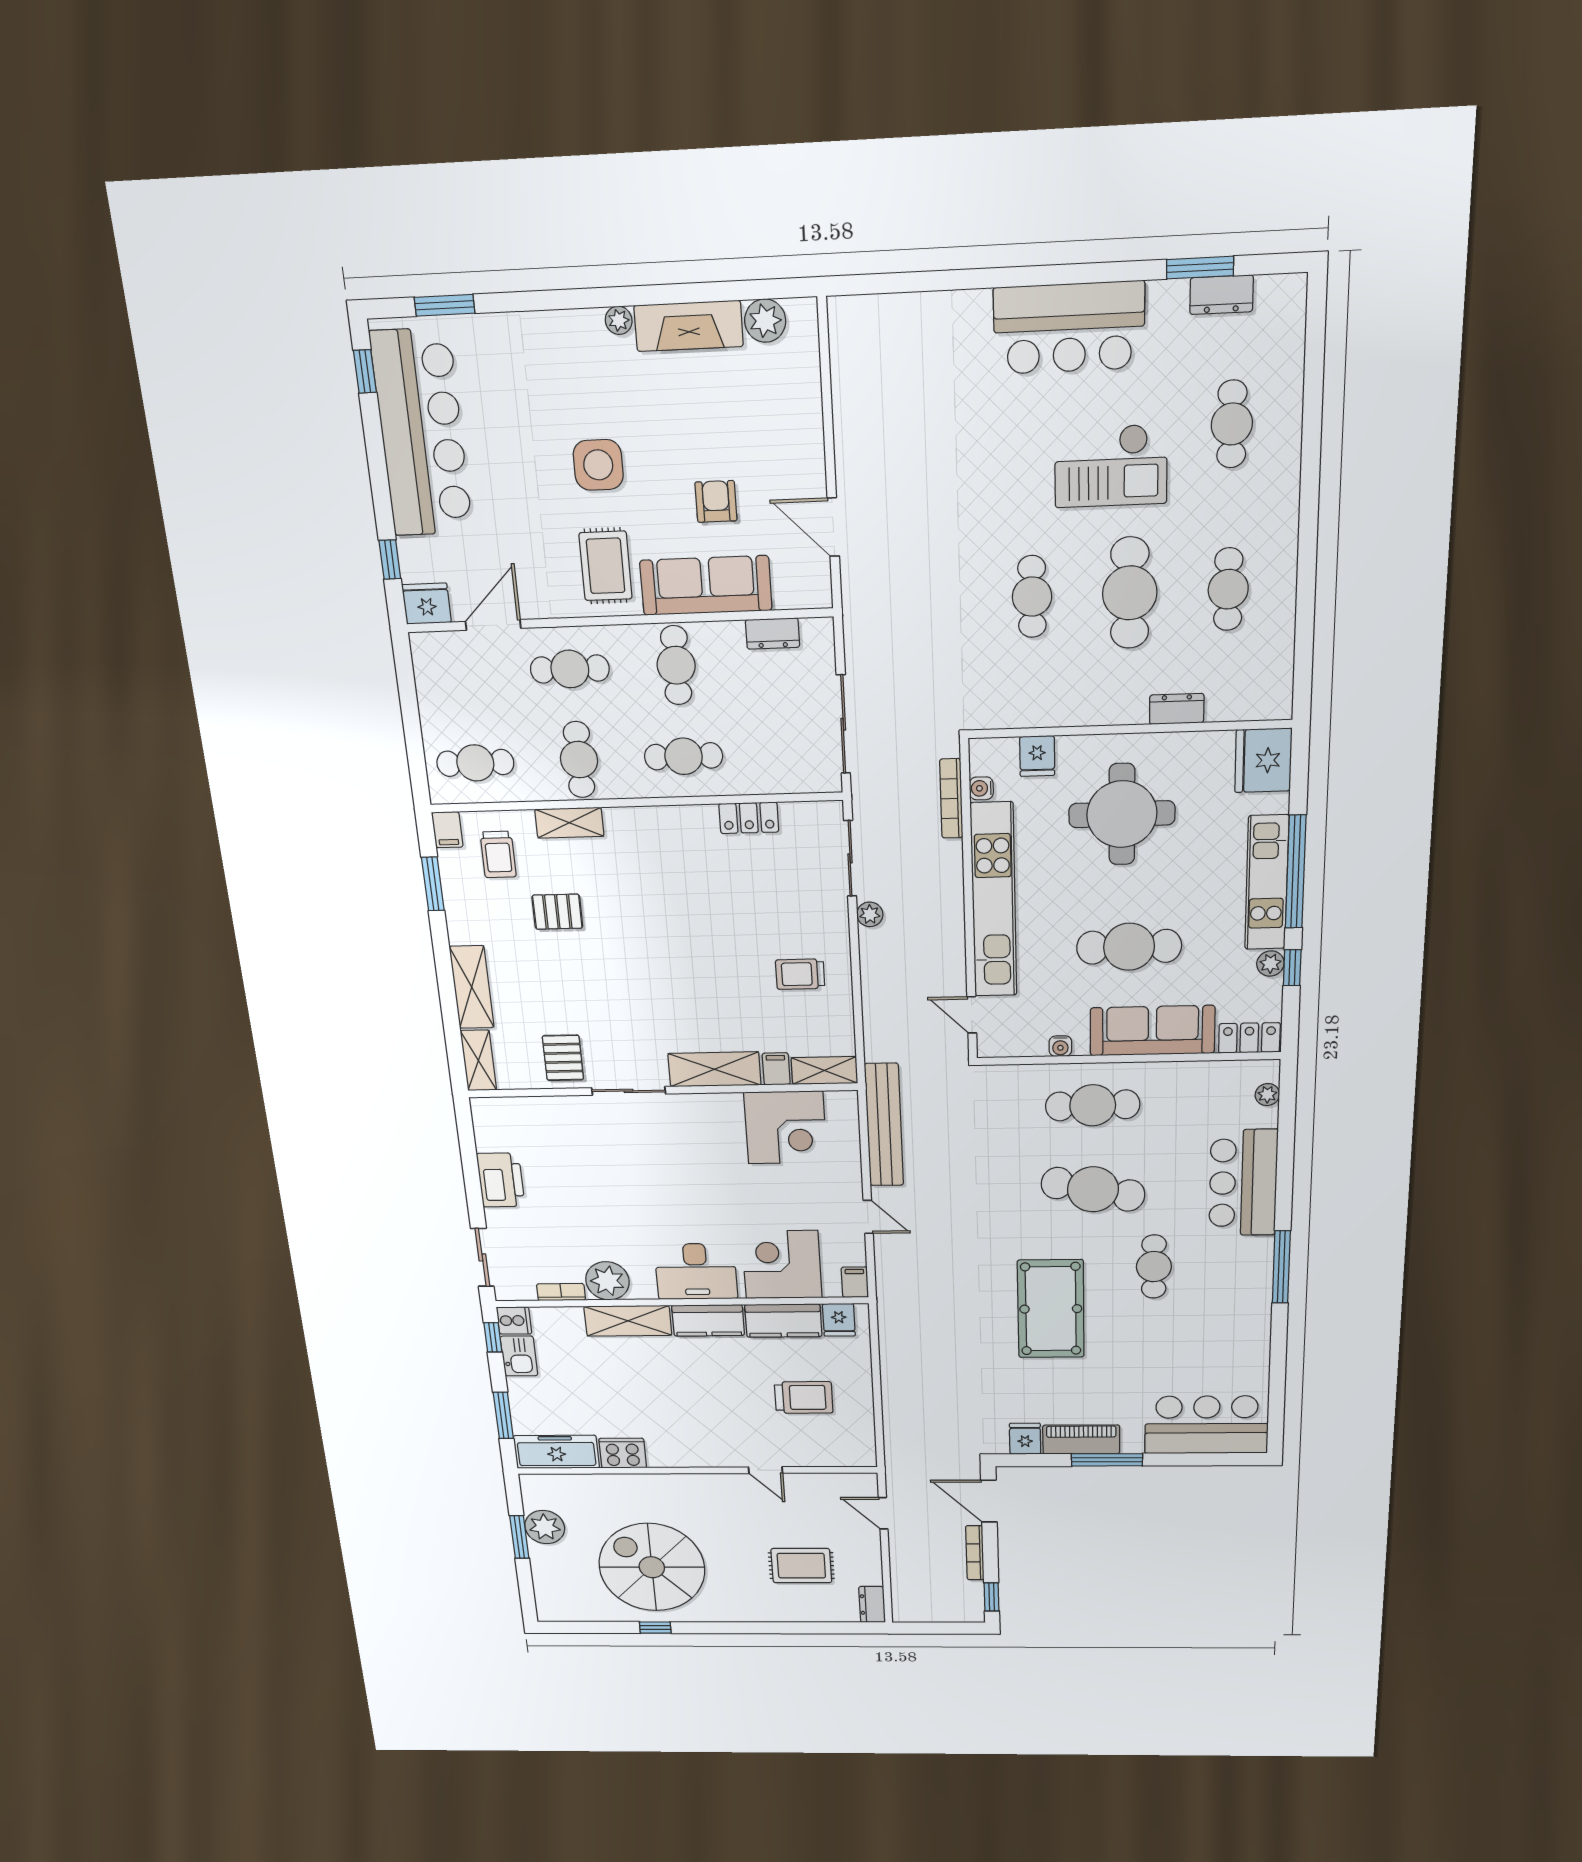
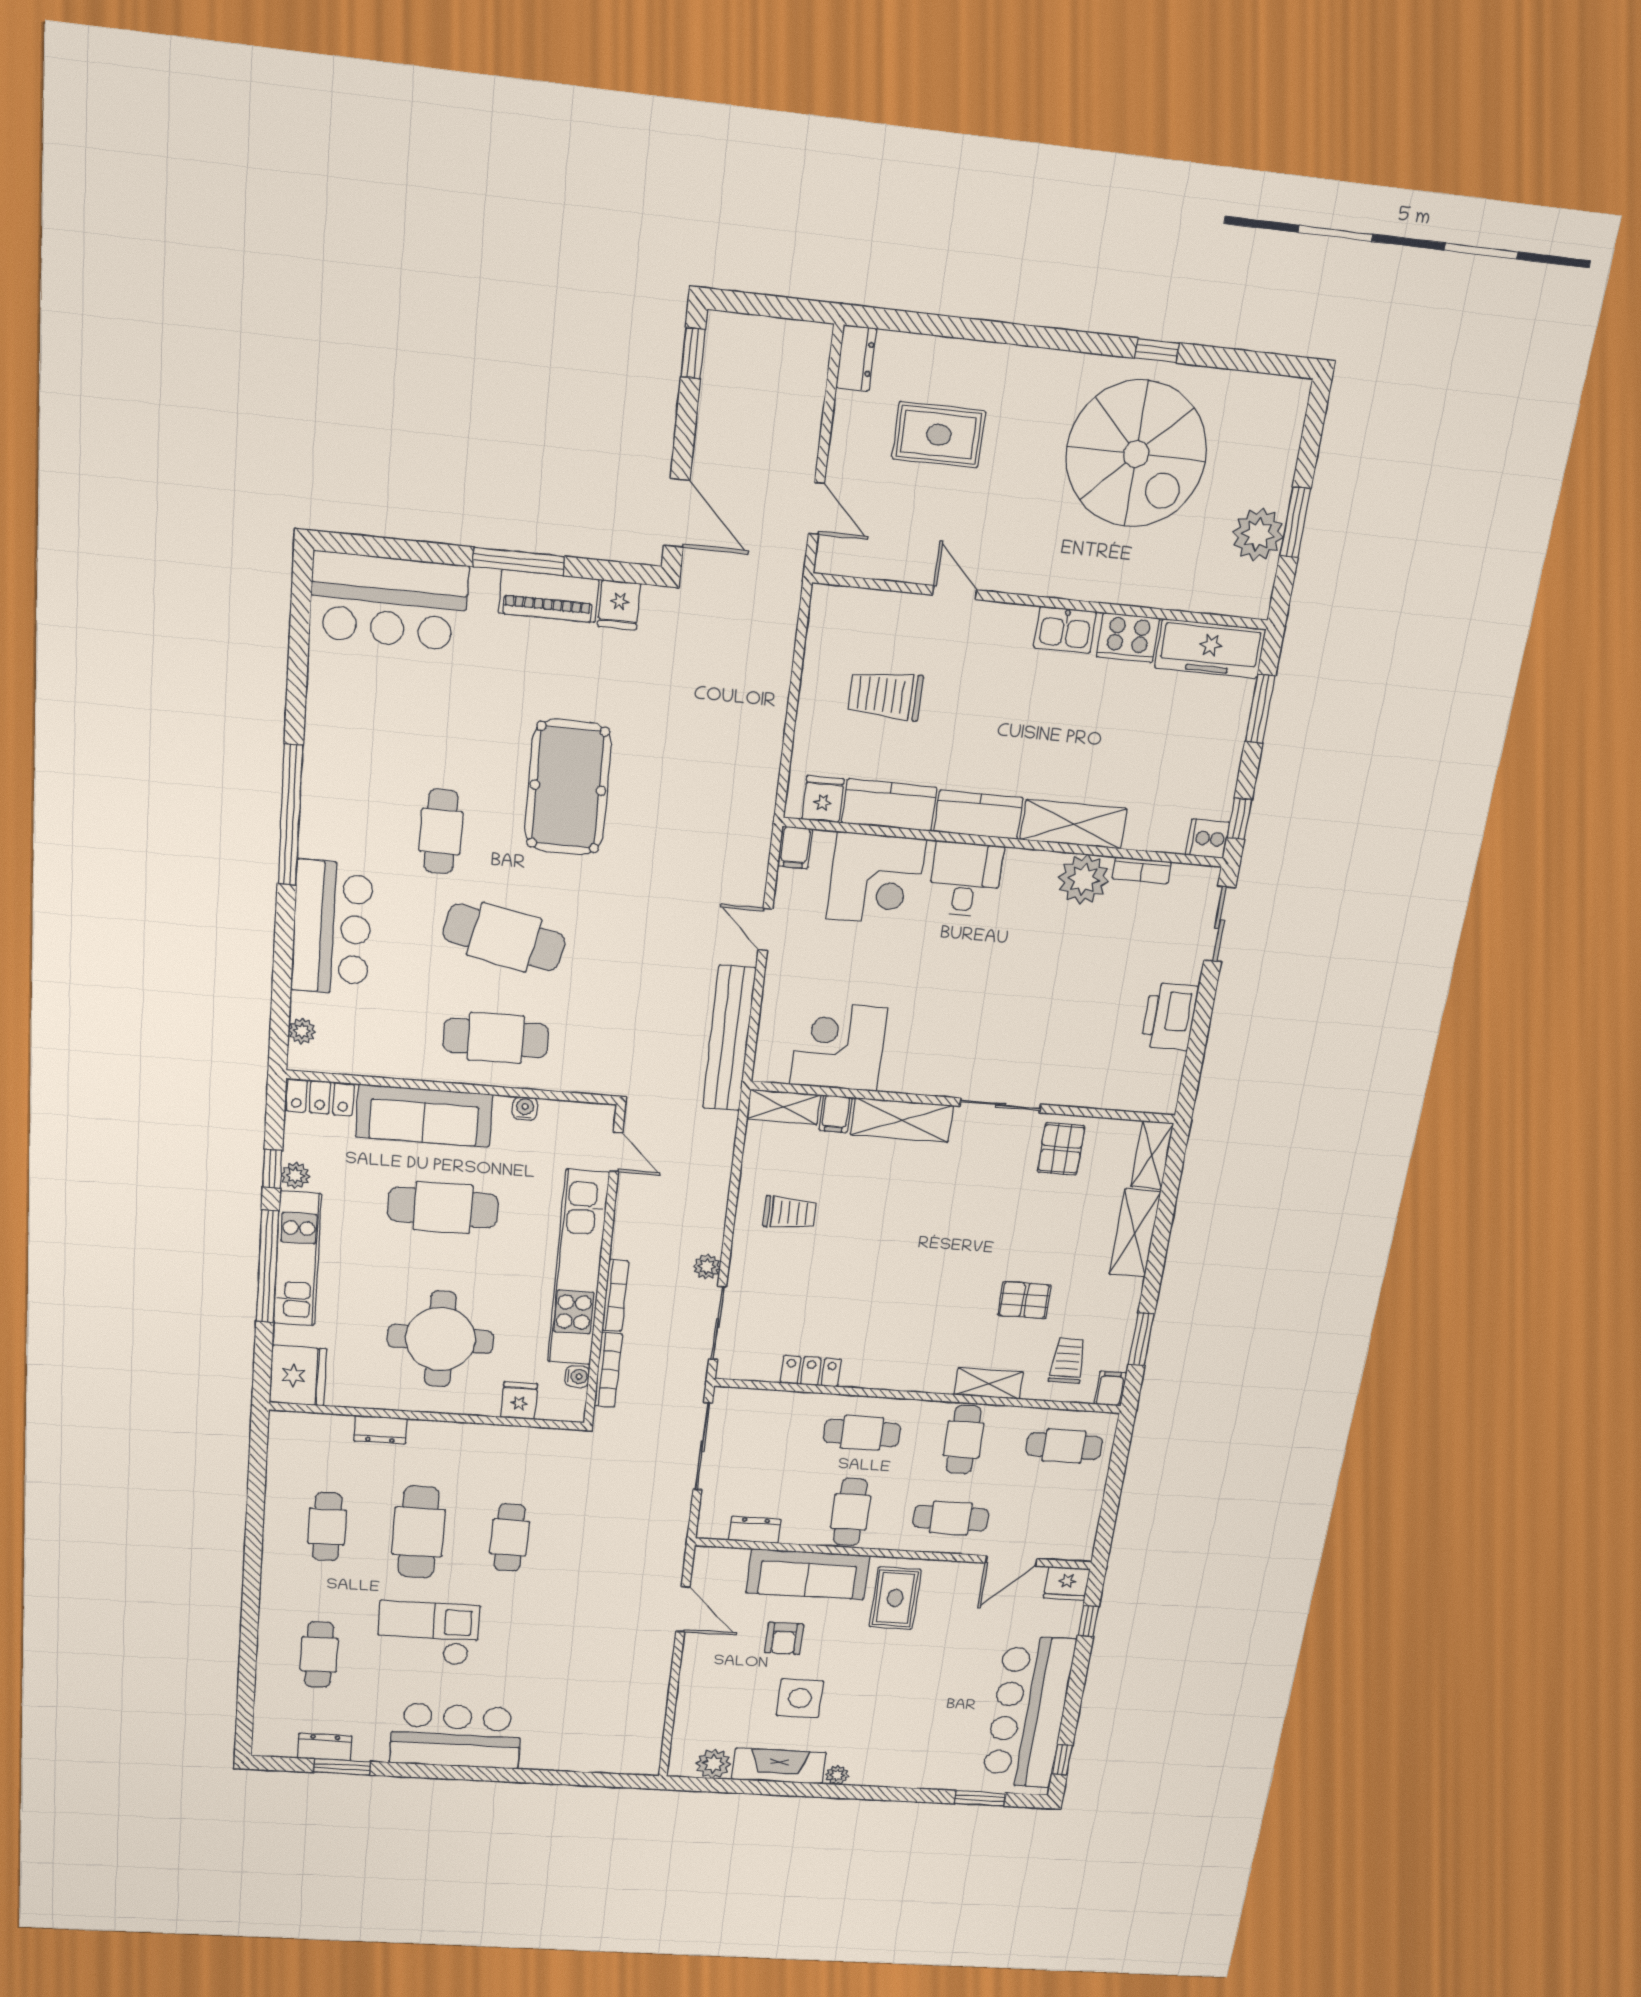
side table: (598, 465) -> (800, 1698), moved
window: (1281, 1267) -> (290, 815), width x1.46
desk: (696, 1271) -> (965, 880), width x0.73
kitchen sink: (519, 1356) -> (1065, 630), moved, turned -90
bookcase: (975, 1553) -> (615, 1296), moved

